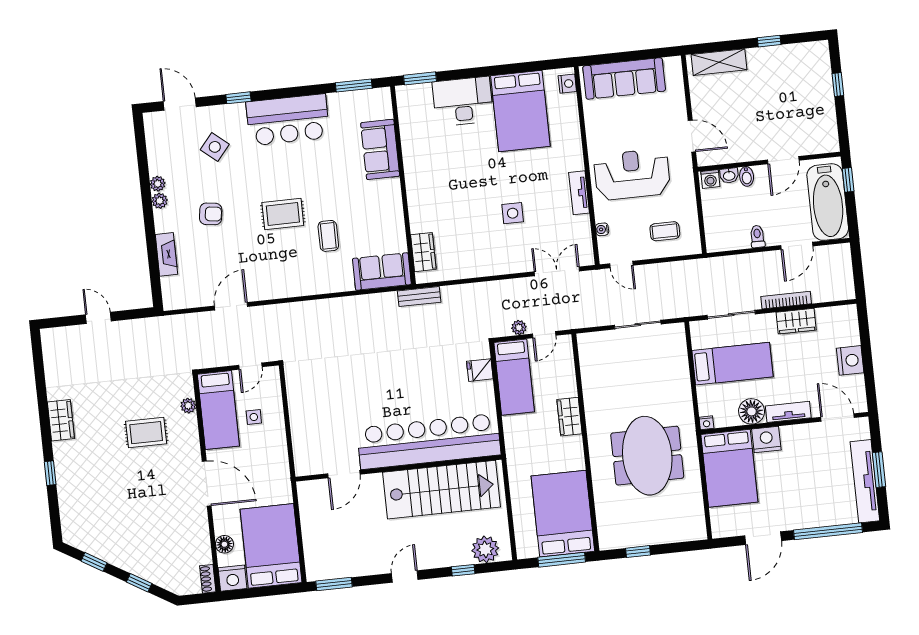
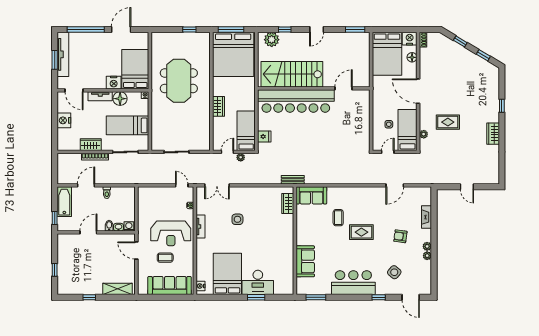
window: (420, 78) -> (256, 297), moved
bathtub: (828, 202) -> (64, 202), width x0.73, depth x0.73
coffee table: (665, 231) -> (165, 258), moved
bed: (563, 514) -> (233, 54), width x1.36

